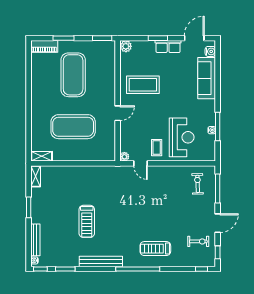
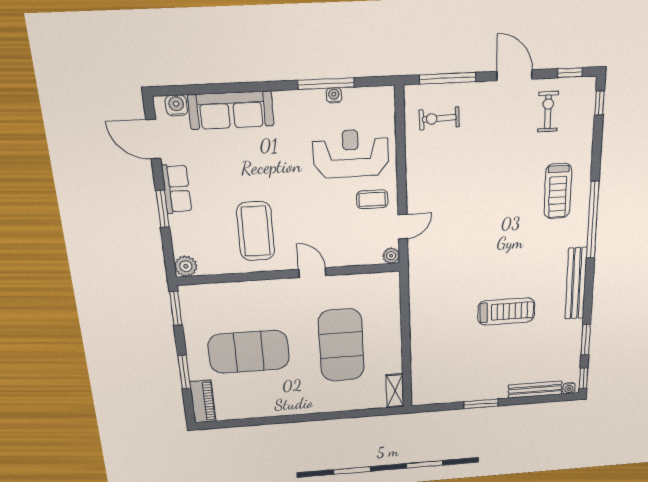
shelving: (36, 176) -> (429, 397), removed

